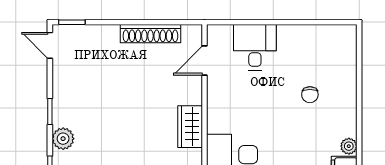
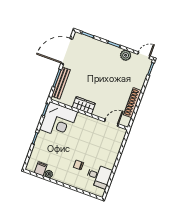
desk: (255, 47) -> (99, 176), moved
door: (205, 61) -> (111, 123), hinge flipped
plant: (63, 139) -> (126, 55), moved

